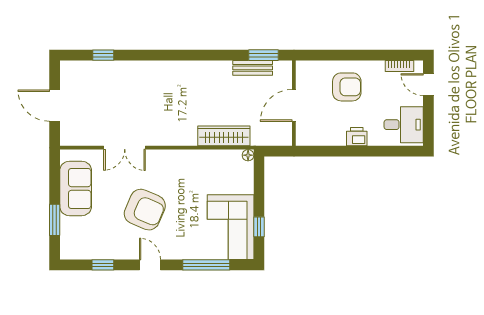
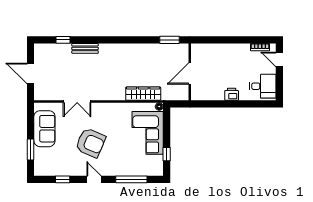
bench: (253, 68) -> (85, 48), moved
armchair: (347, 87) -> (225, 61), removed
corner sofa: (231, 227) -> (148, 133), moved

